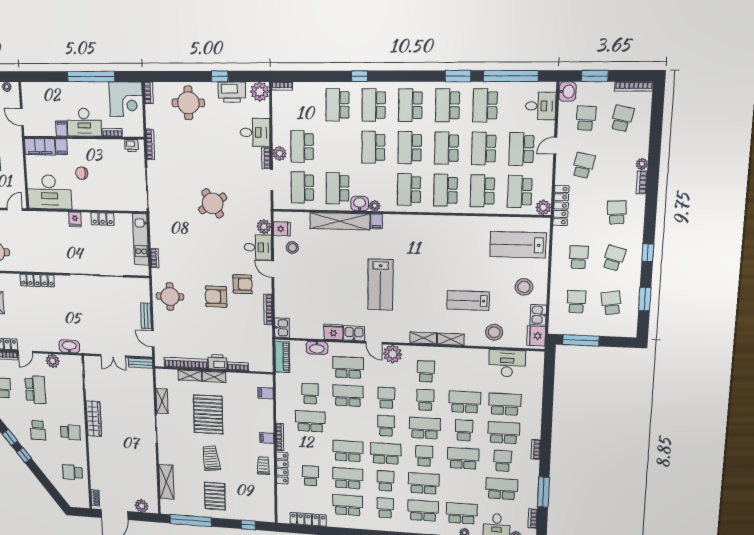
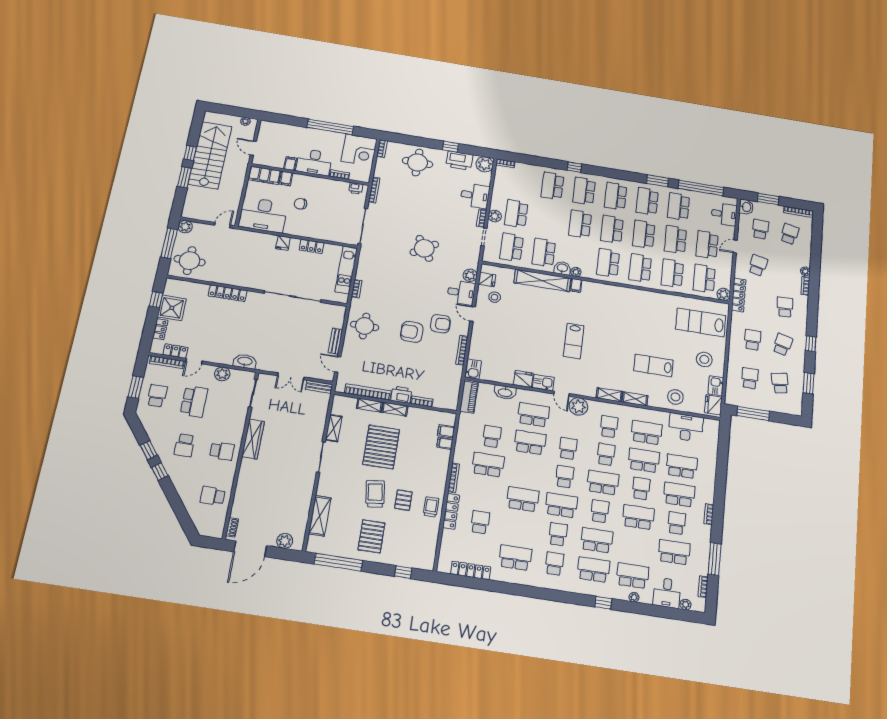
lab bench: (380, 285) -> (574, 341), width x0.73, depth x0.72
filing cabinet: (267, 438) -> (445, 443), moved
pallet: (237, 462) -> (403, 500), added
school desk: (348, 478) -> (646, 433), moved

